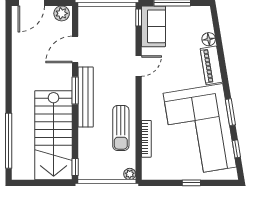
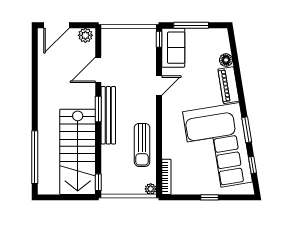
bookcase: (146, 139) -> (166, 177), moved

